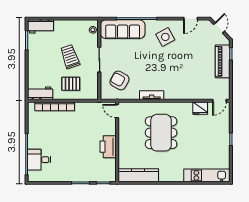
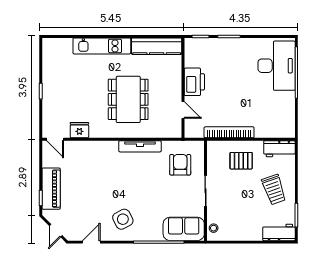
sofa: (123, 29) -> (184, 229), width x0.73
trolley: (70, 57) -> (274, 190), moved
armchair: (119, 80) -> (180, 165), turned -119
tv unit: (152, 95) -> (140, 146), width x1.41
door: (220, 101) -> (55, 139), swing flipped
bookcase: (55, 106) -> (229, 132), moved
door: (117, 111) -> (183, 110), moved
desk: (39, 160) -> (277, 66), width x1.87, depth x1.30
kitchen unit: (207, 175) -> (102, 46), moved

